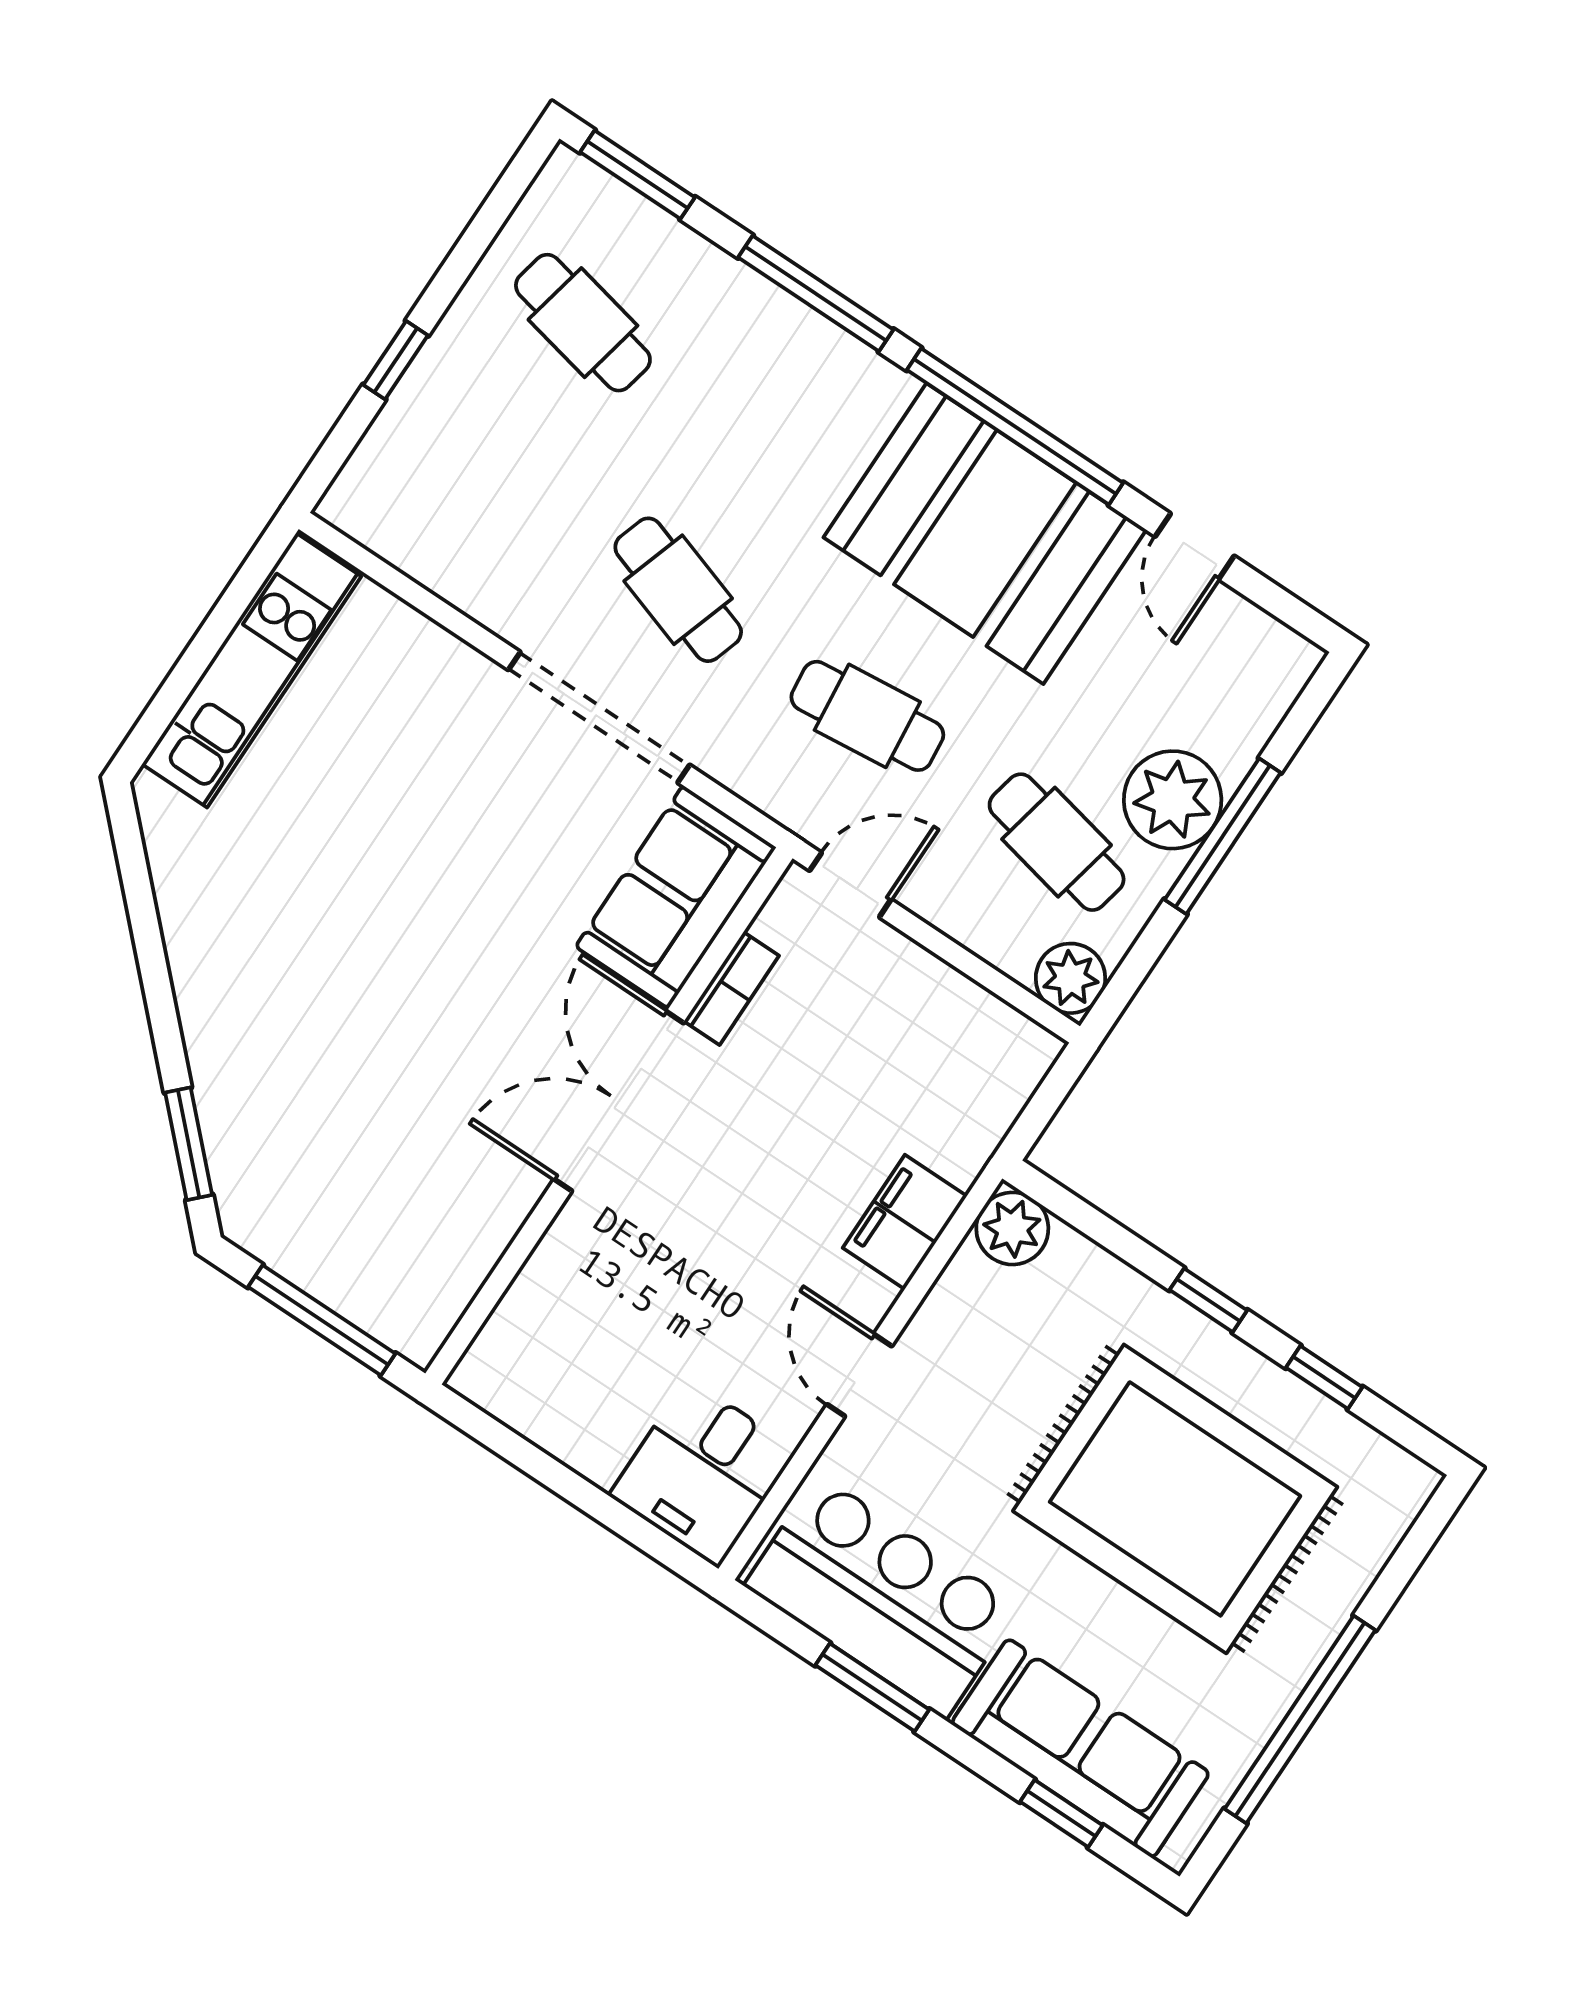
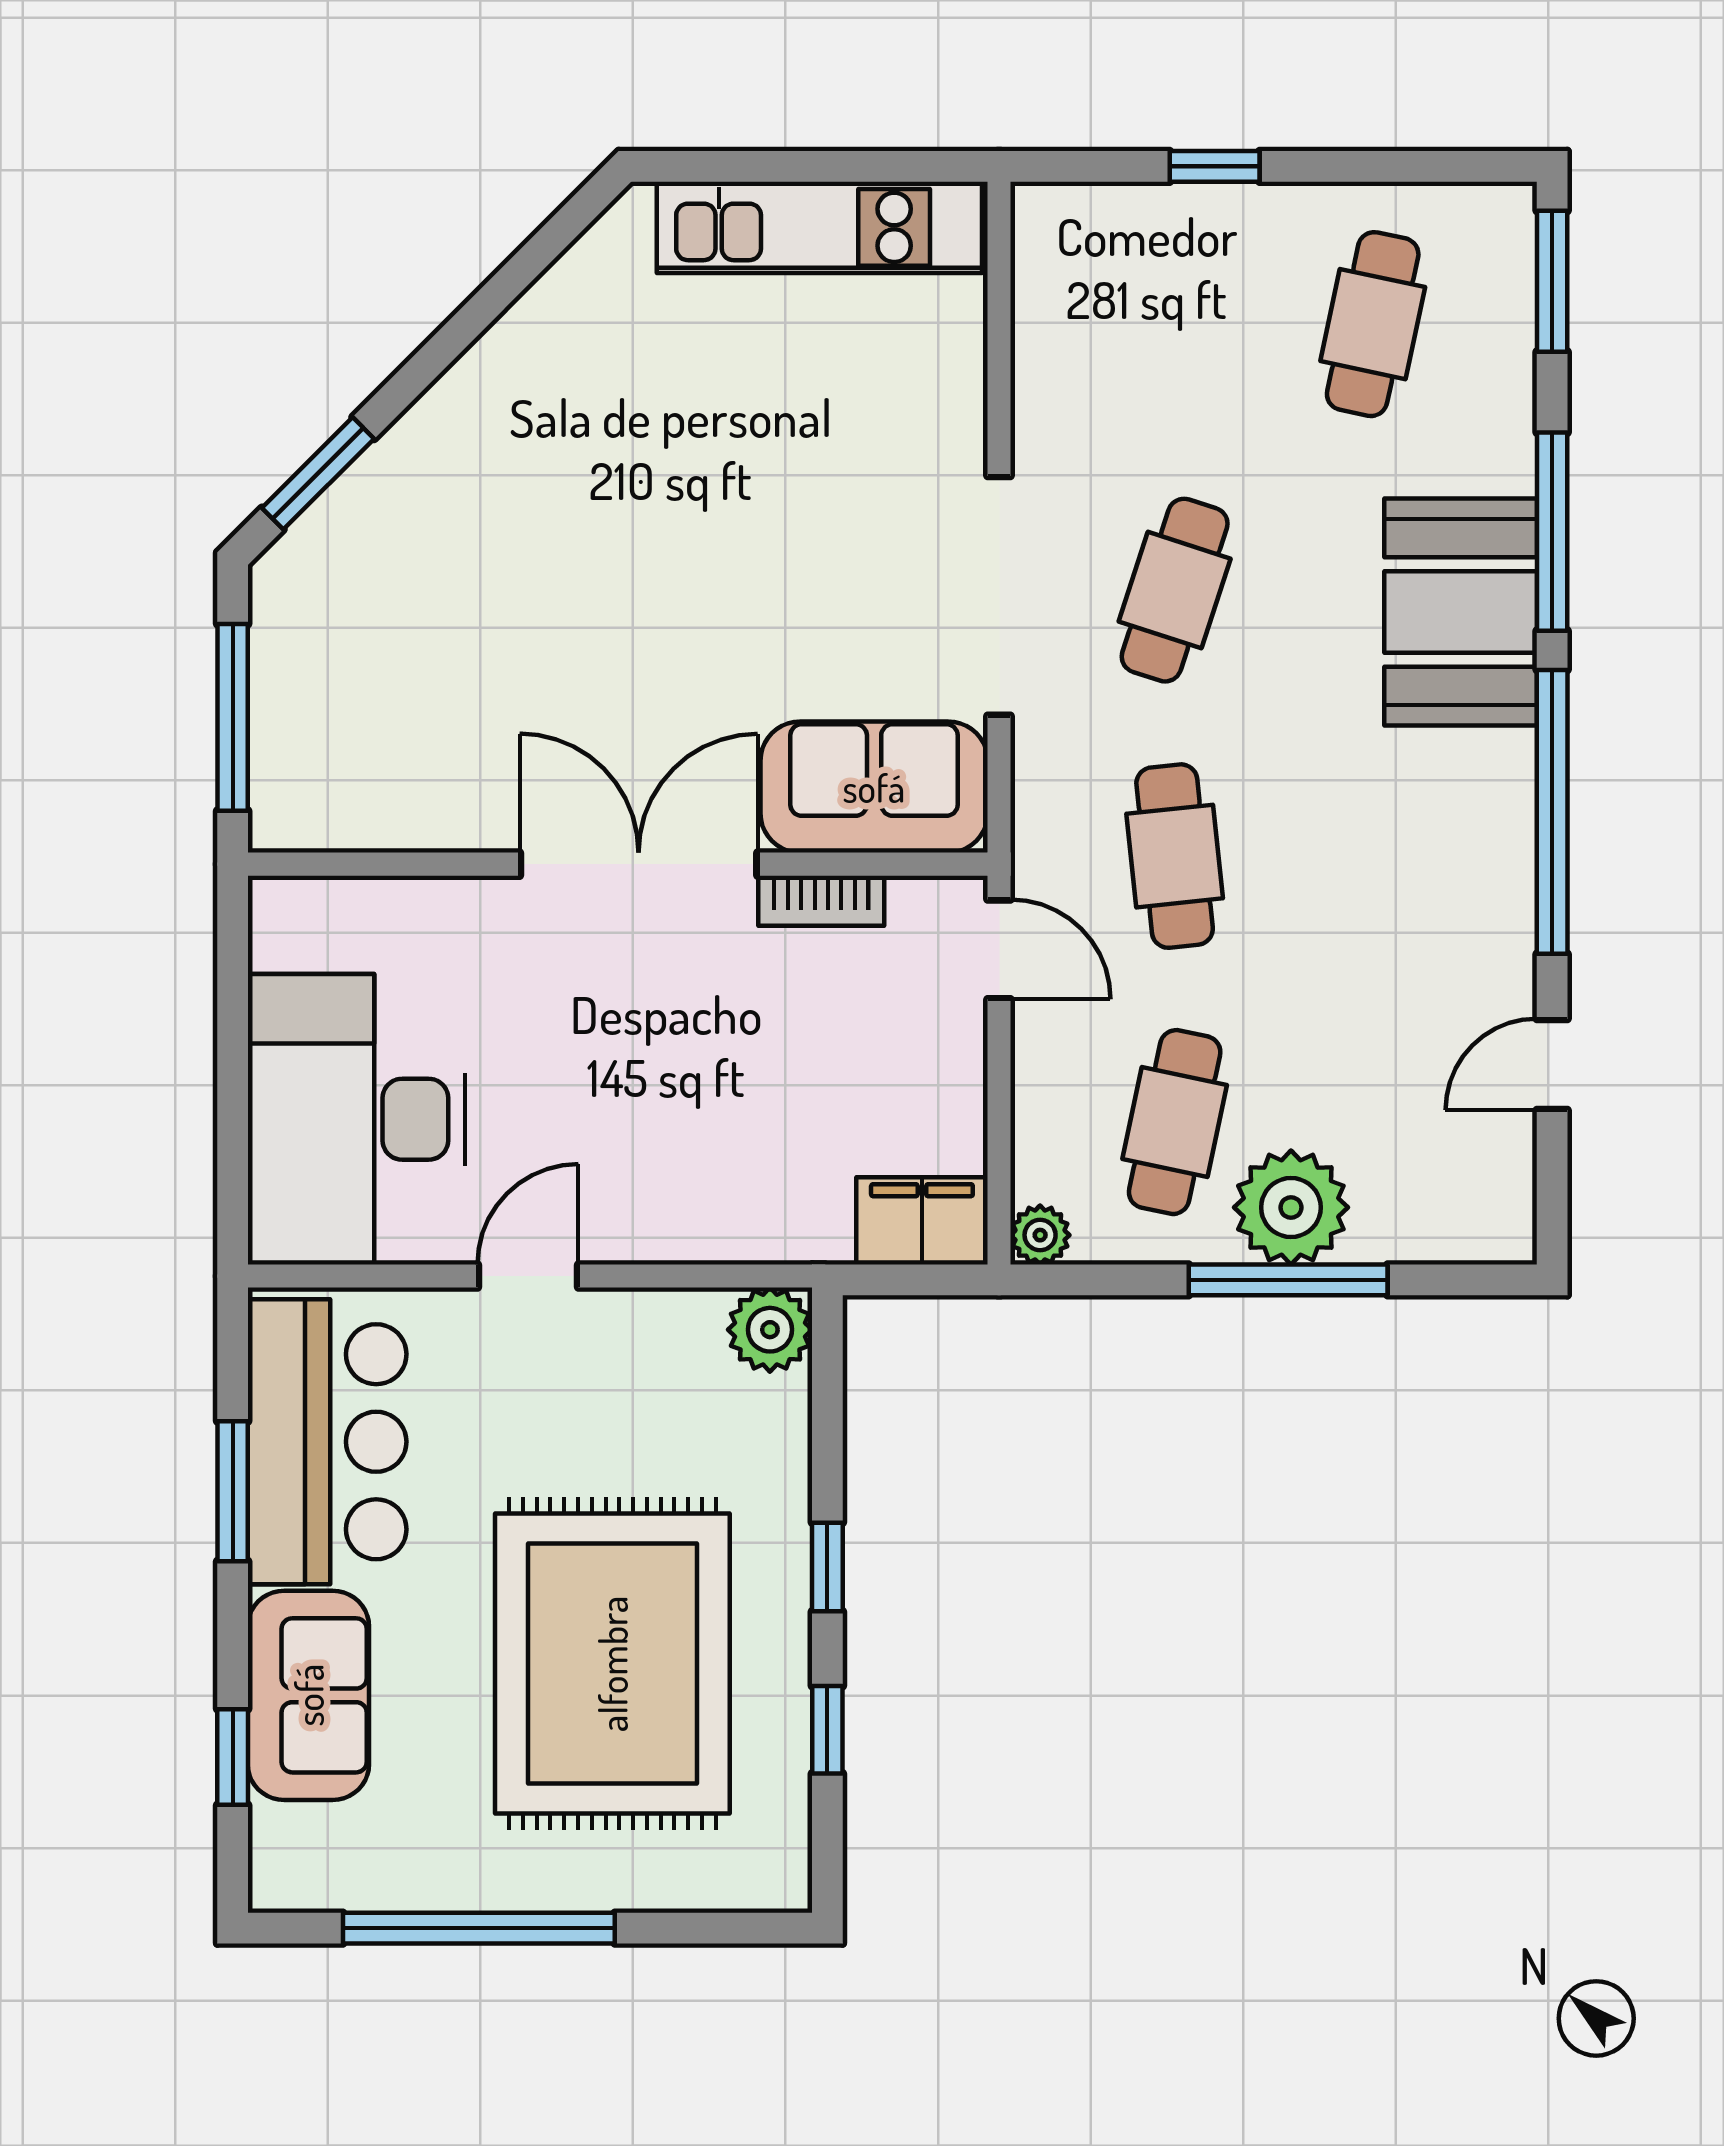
booth: (985, 534) -> (1461, 612), moved, width x0.73, depth x0.70
plant: (1071, 978) -> (1040, 1235), width x0.73, depth x0.73
filing cabinet: (905, 1222) -> (922, 1221), moved
desk: (703, 1473) -> (357, 1119), width x1.87, depth x1.30
sofa: (1080, 1748) -> (308, 1695), width x0.73

